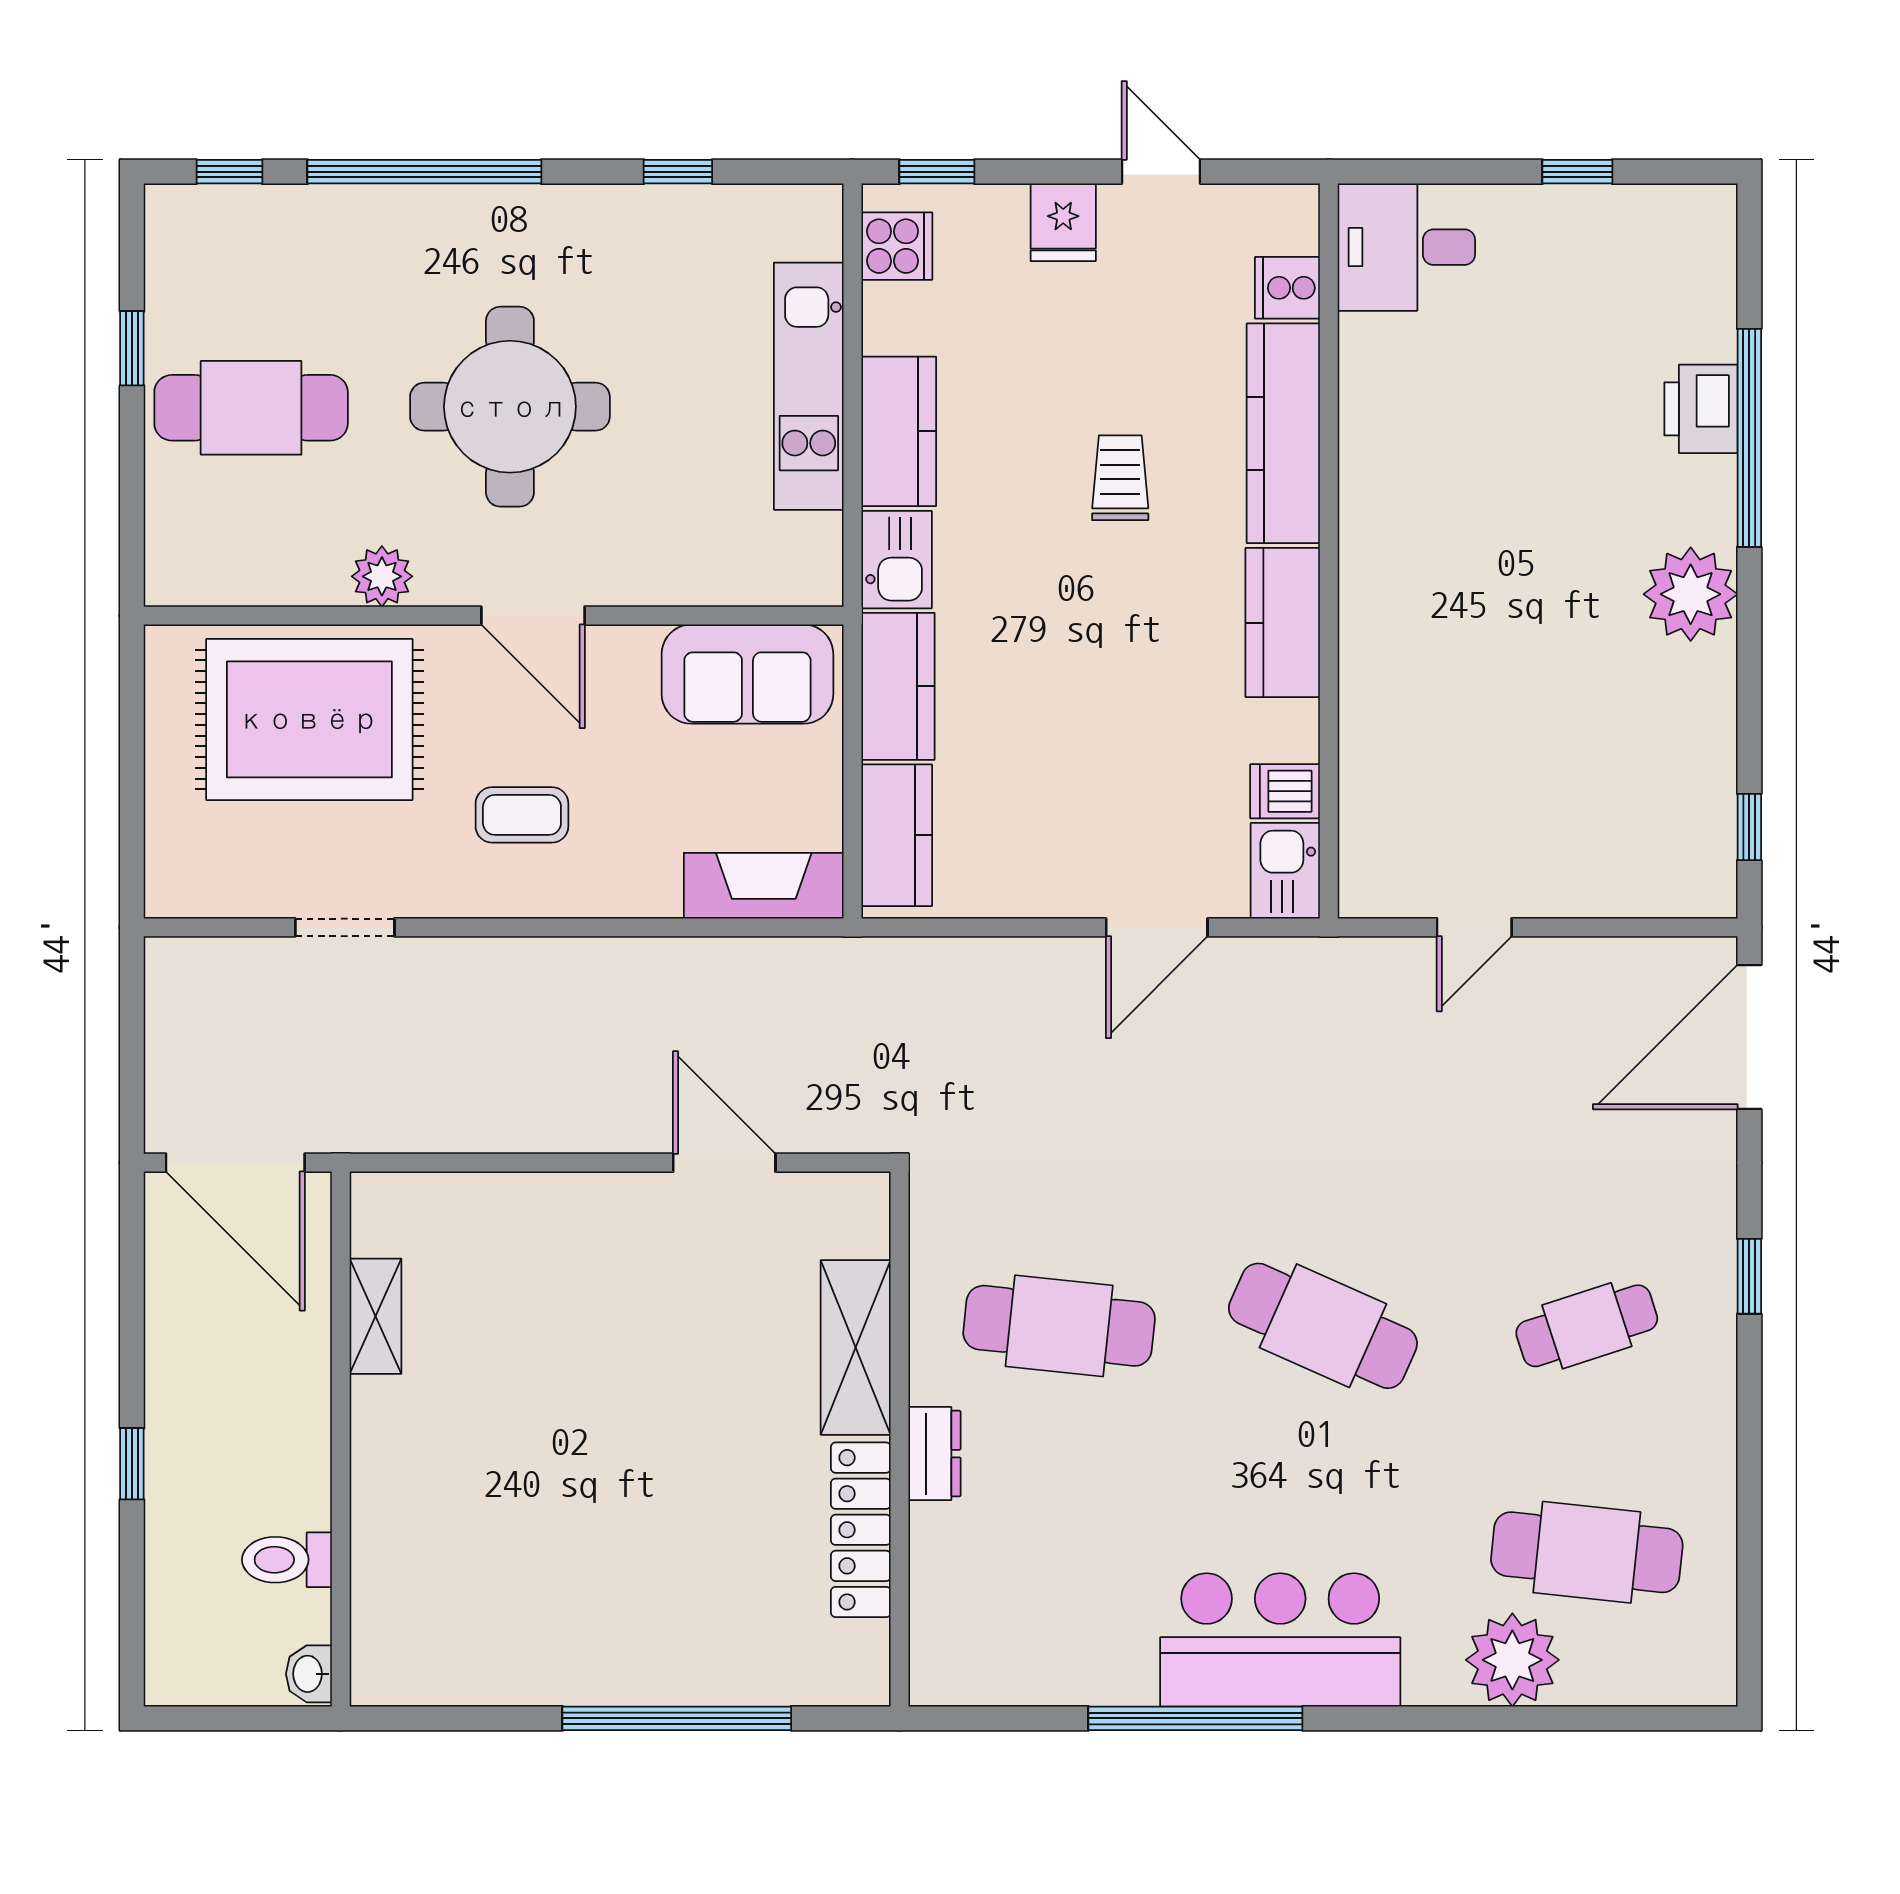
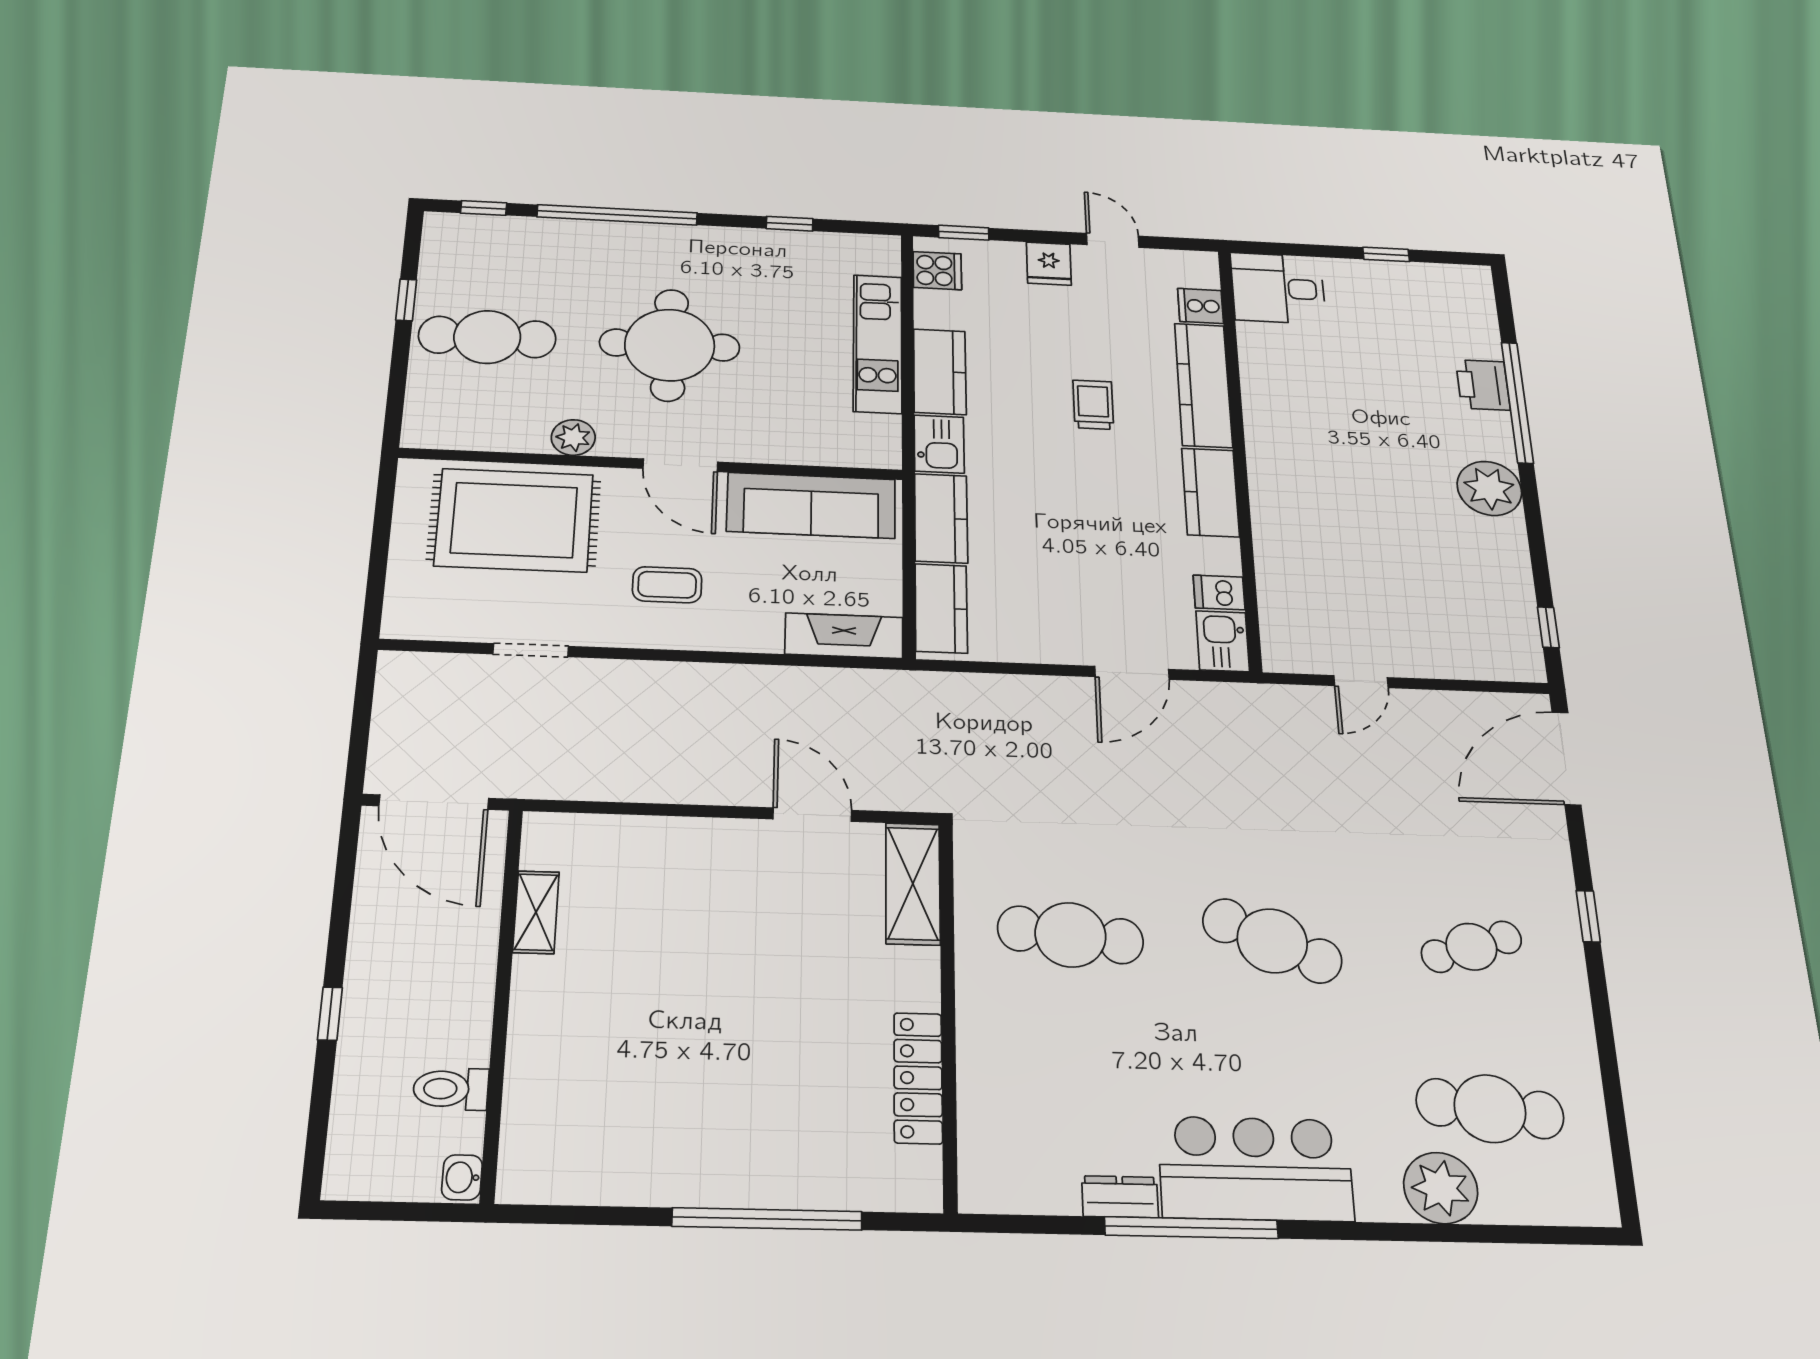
sofa: (747, 674) -> (811, 505), width x1.36
shelving: (856, 1347) -> (913, 884), moved
dresser: (935, 1454) -> (1120, 1197), moved, turned -90

